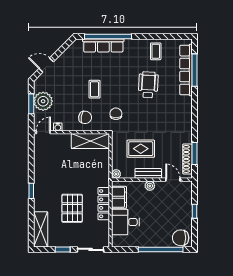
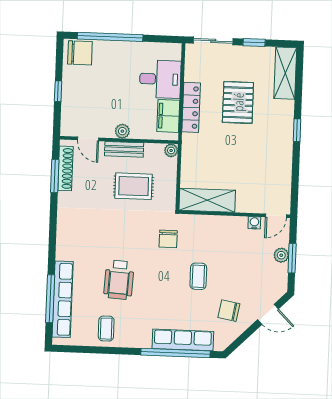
plant: (43, 101) -> (281, 255), width x0.53, depth x0.53
chair: (85, 117) -> (229, 311), moved

